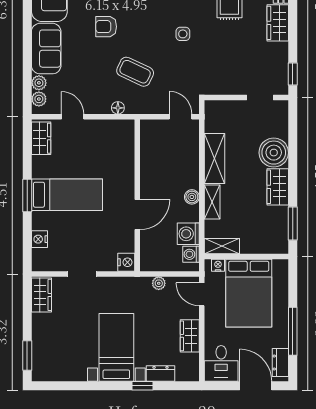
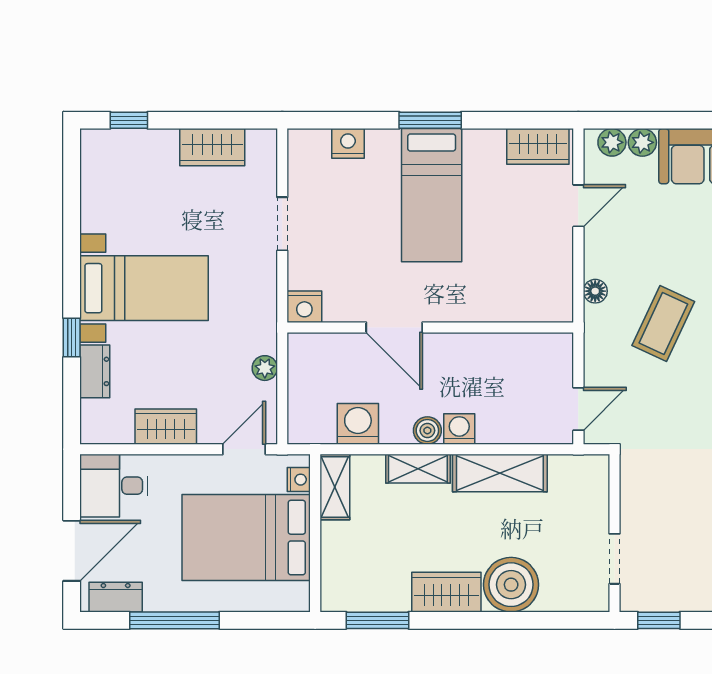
washing machine: (191, 254) -> (459, 429), moved
wardrobe: (41, 295) -> (212, 147), moved
window: (27, 355) -> (129, 120), width x0.67

